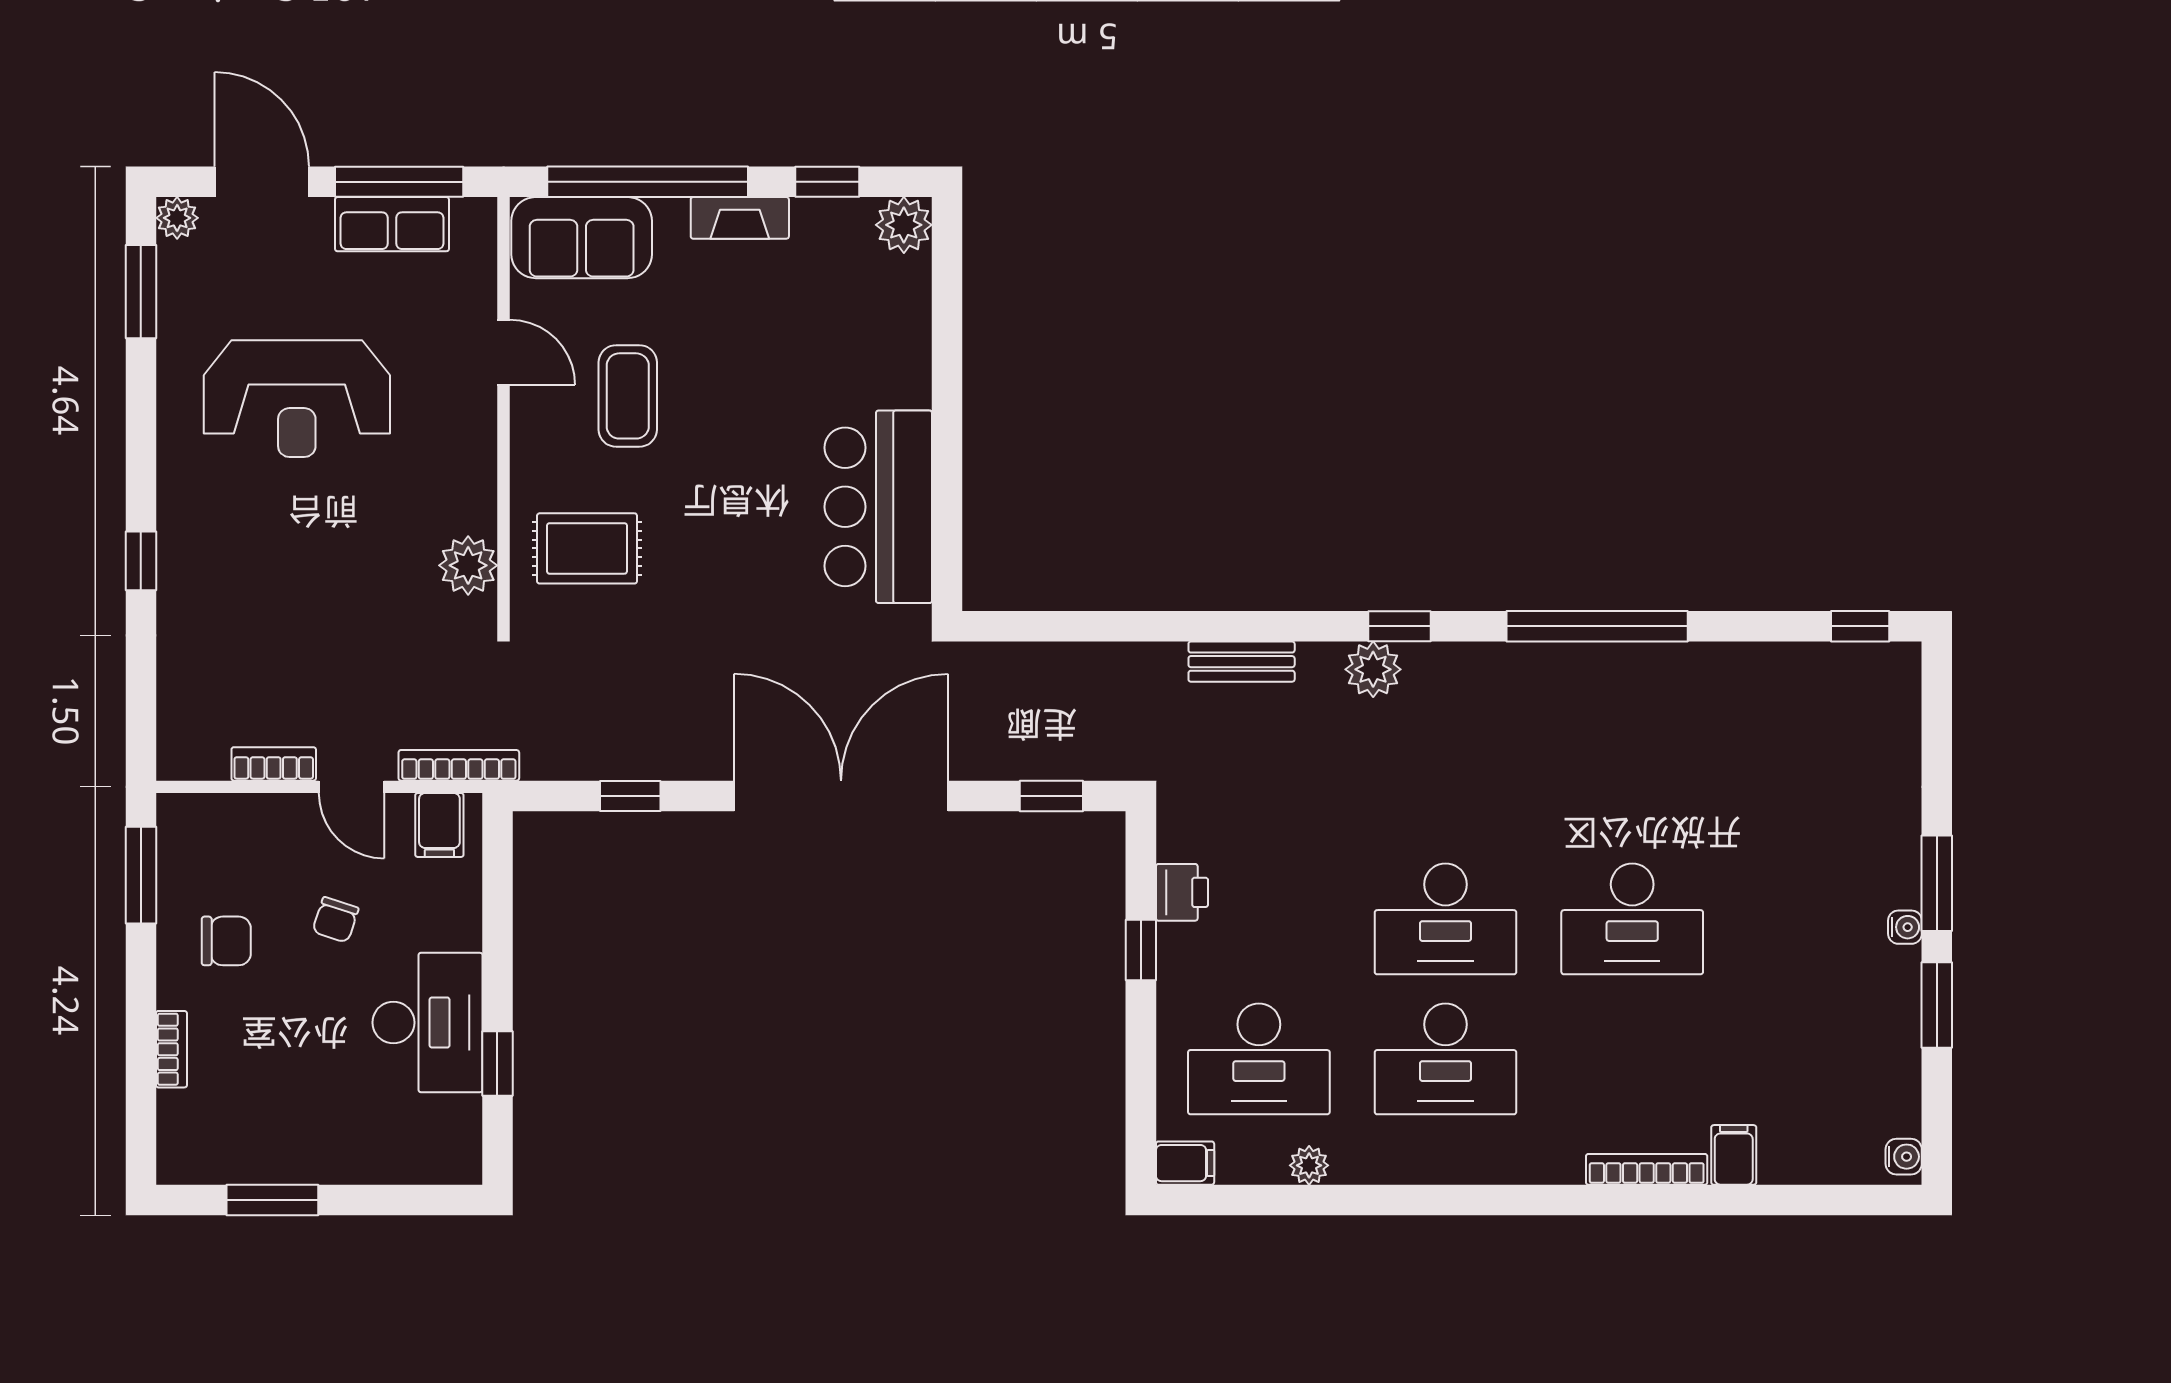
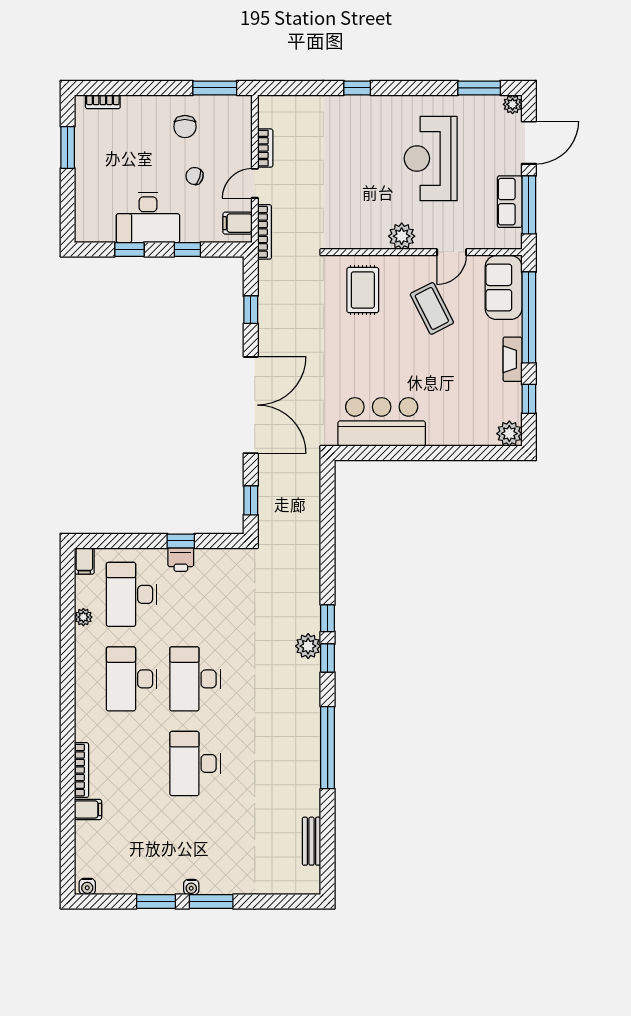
coffee table: (628, 396) -> (432, 308), turned 63
plant: (468, 565) -> (402, 236), moved
window: (1860, 626) -> (328, 618), moved
bench: (1242, 662) -> (311, 841), moved
printer: (1182, 892) -> (181, 560), moved
window: (497, 936) -> (187, 249), added
bookcase: (171, 1049) -> (103, 102), moved

